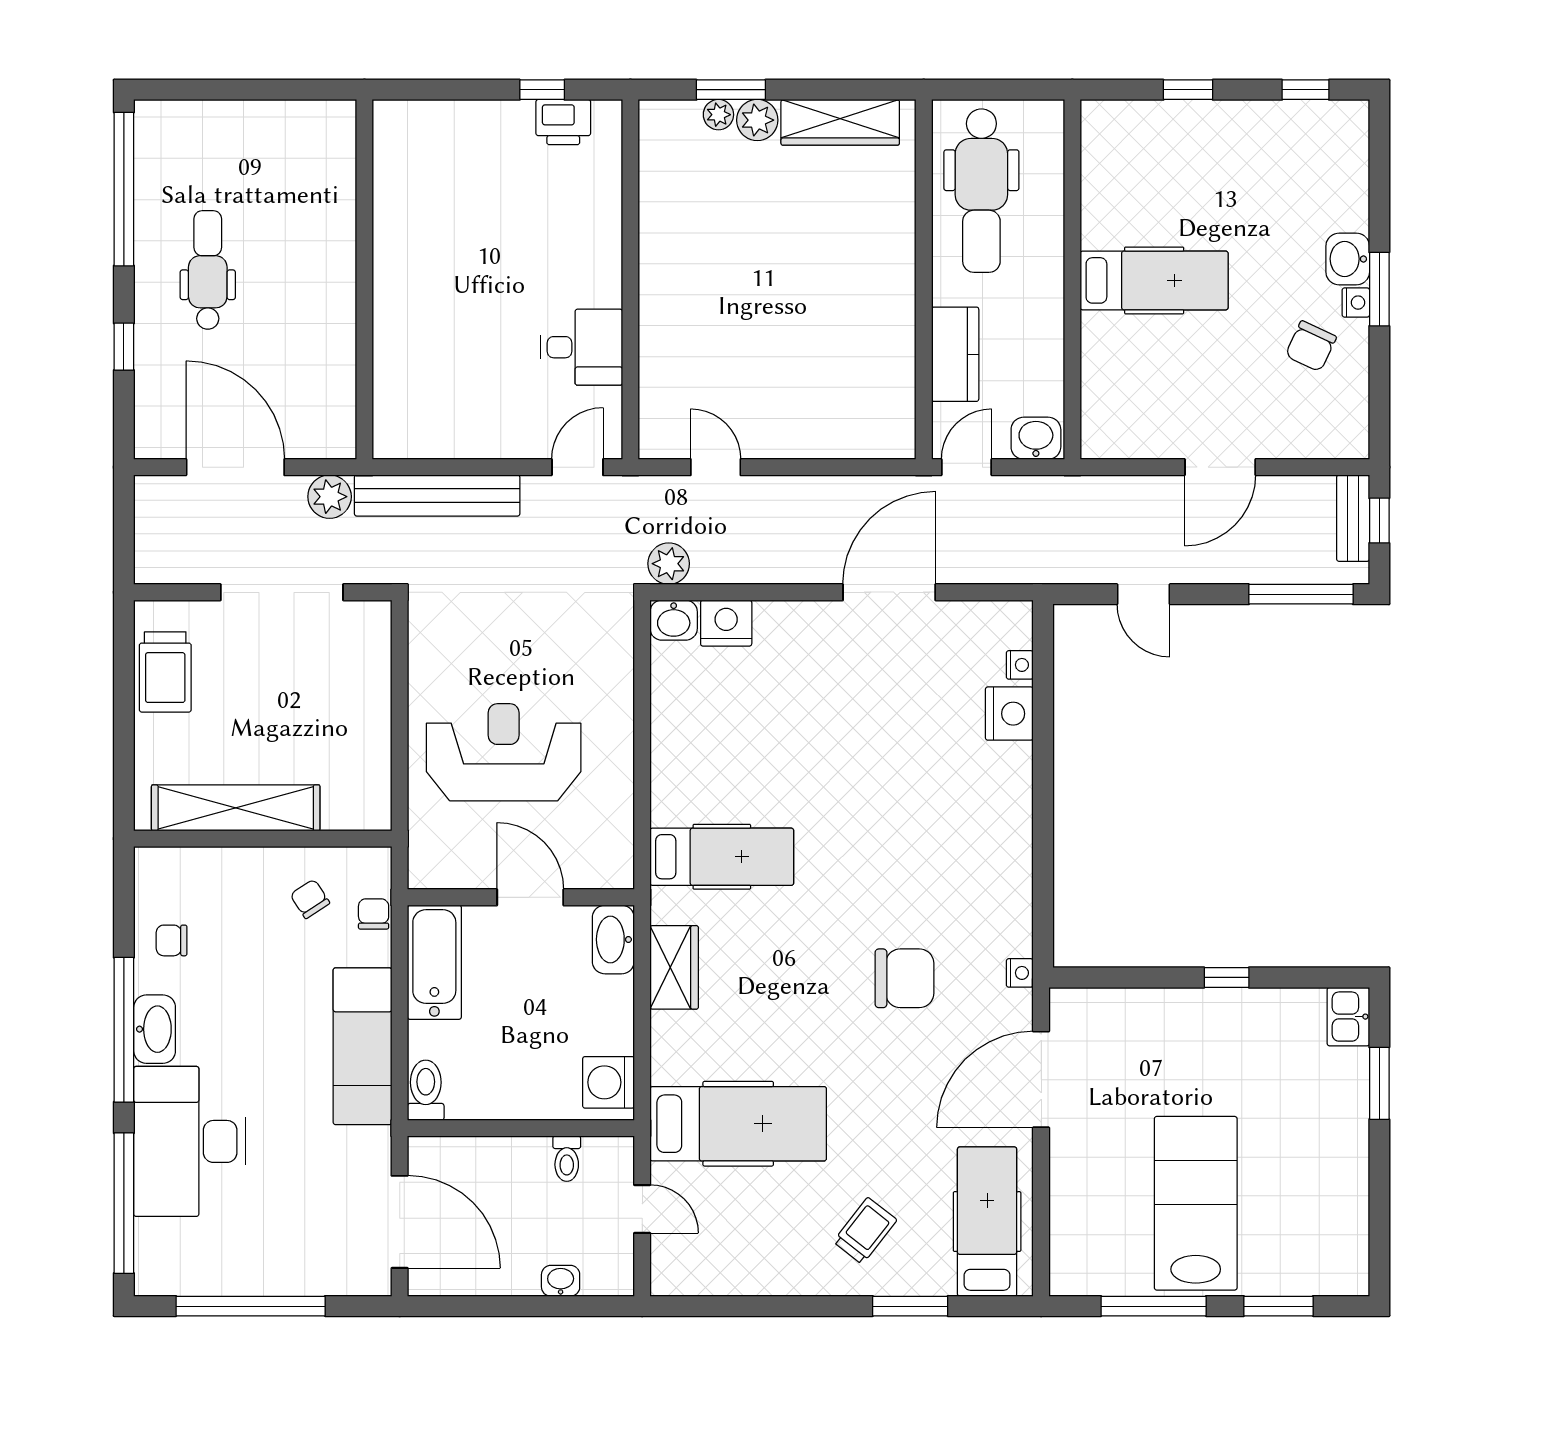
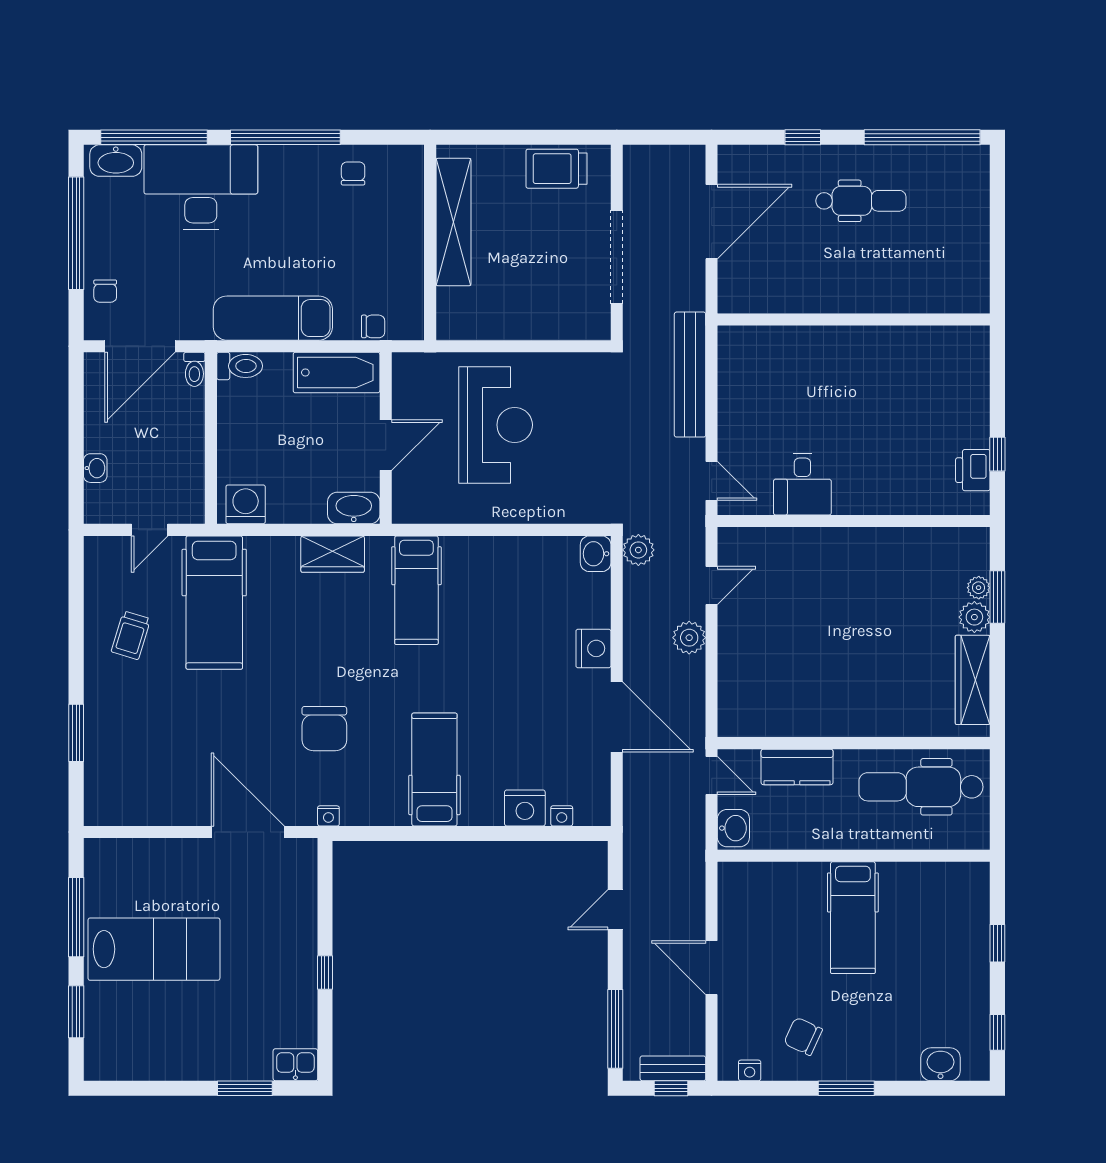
washbasin: (1348, 259) -> (941, 1064), moved
nightstand: (1356, 303) -> (750, 1070), moved
plant: (330, 497) -> (689, 638), moved
nightstand: (726, 623) -> (593, 648), moved
chair: (310, 899) -> (105, 291), moved, turned 123
washbasin: (155, 1029) -> (116, 161), moved
toilet: (567, 1159) -> (194, 369), moved, turned -90
hospital bed: (987, 1222) -> (434, 770), moved, turned -90
trolley: (865, 1231) -> (131, 635), moved, turned 69

